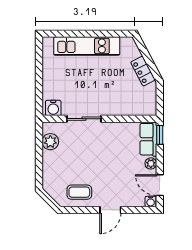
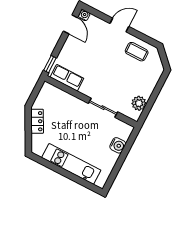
water cooler: (53, 108) -> (118, 145), moved, turned 90
row of seats: (148, 139) -> (67, 78), moved, turned -90
plant: (151, 163) -> (69, 45), removed

